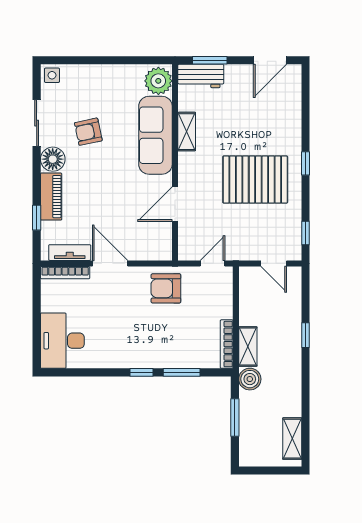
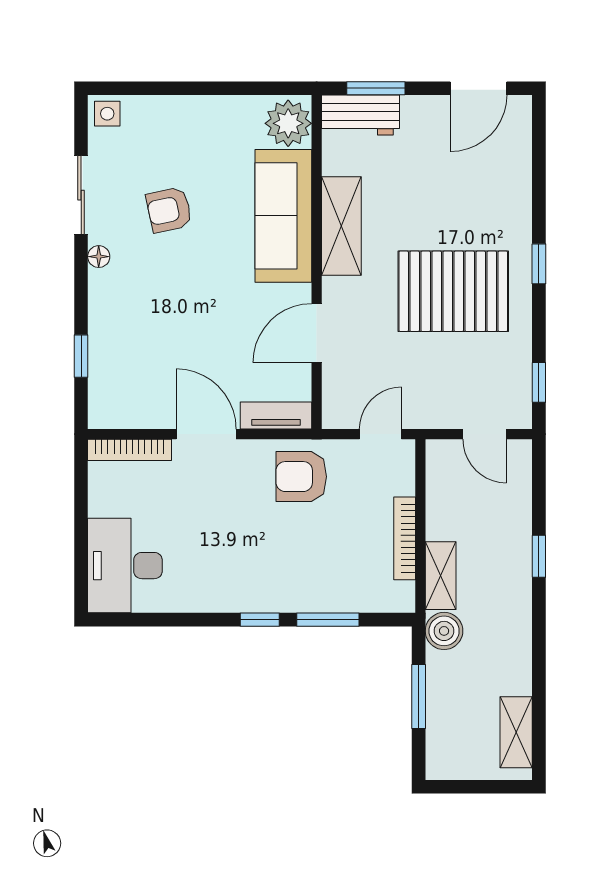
shelving: (187, 132) -> (341, 226), width x1.50, depth x1.33
floor lamp: (53, 159) -> (99, 257), width x0.53, depth x0.53
piano: (51, 197) -> (106, 320), removed
tv unit: (70, 253) -> (276, 416), moved
bookcase: (227, 344) -> (405, 538), moved

